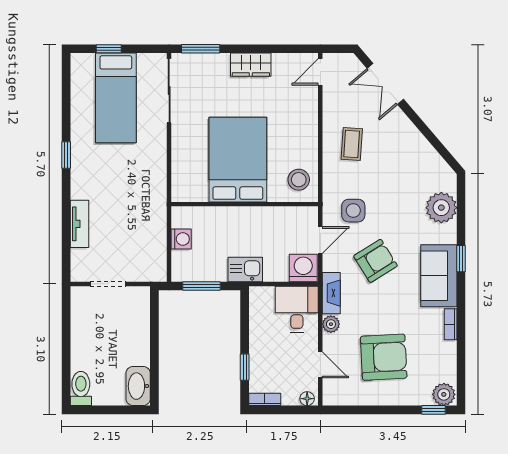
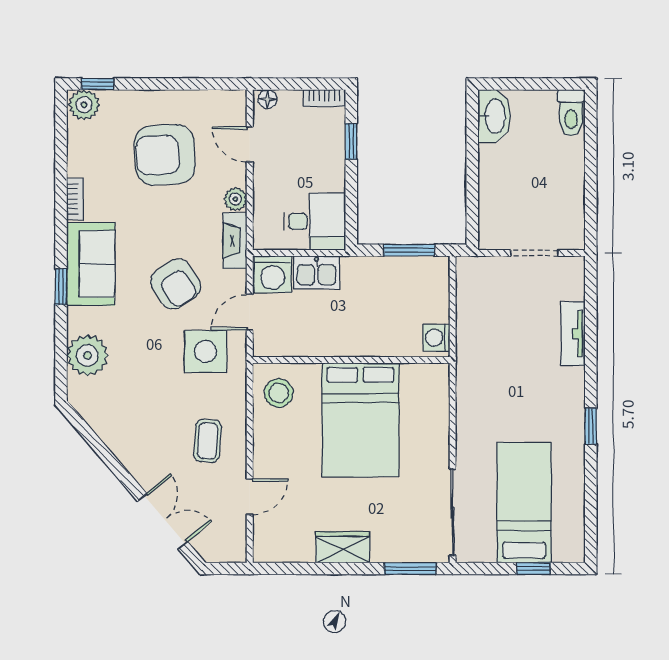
door: (320, 72) -> (250, 497), moved
side table: (353, 211) -> (205, 351), width x1.37, depth x1.37
washing machine: (181, 239) -> (436, 338), moved
armchair: (375, 261) -> (176, 284), turned -91
kitchen sink: (245, 269) -> (316, 272), moved
desk: (297, 309) -> (315, 221), moved, turned -90

